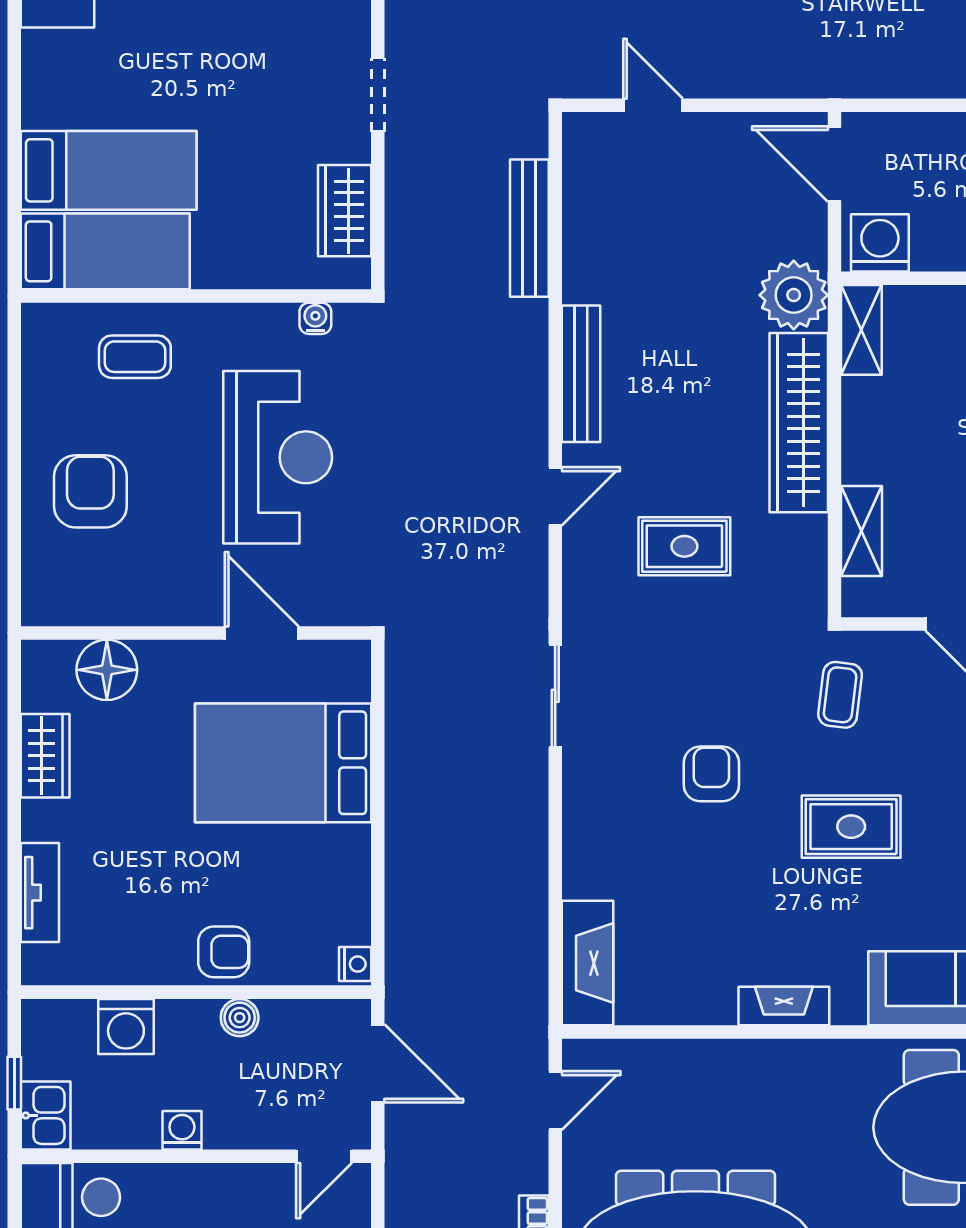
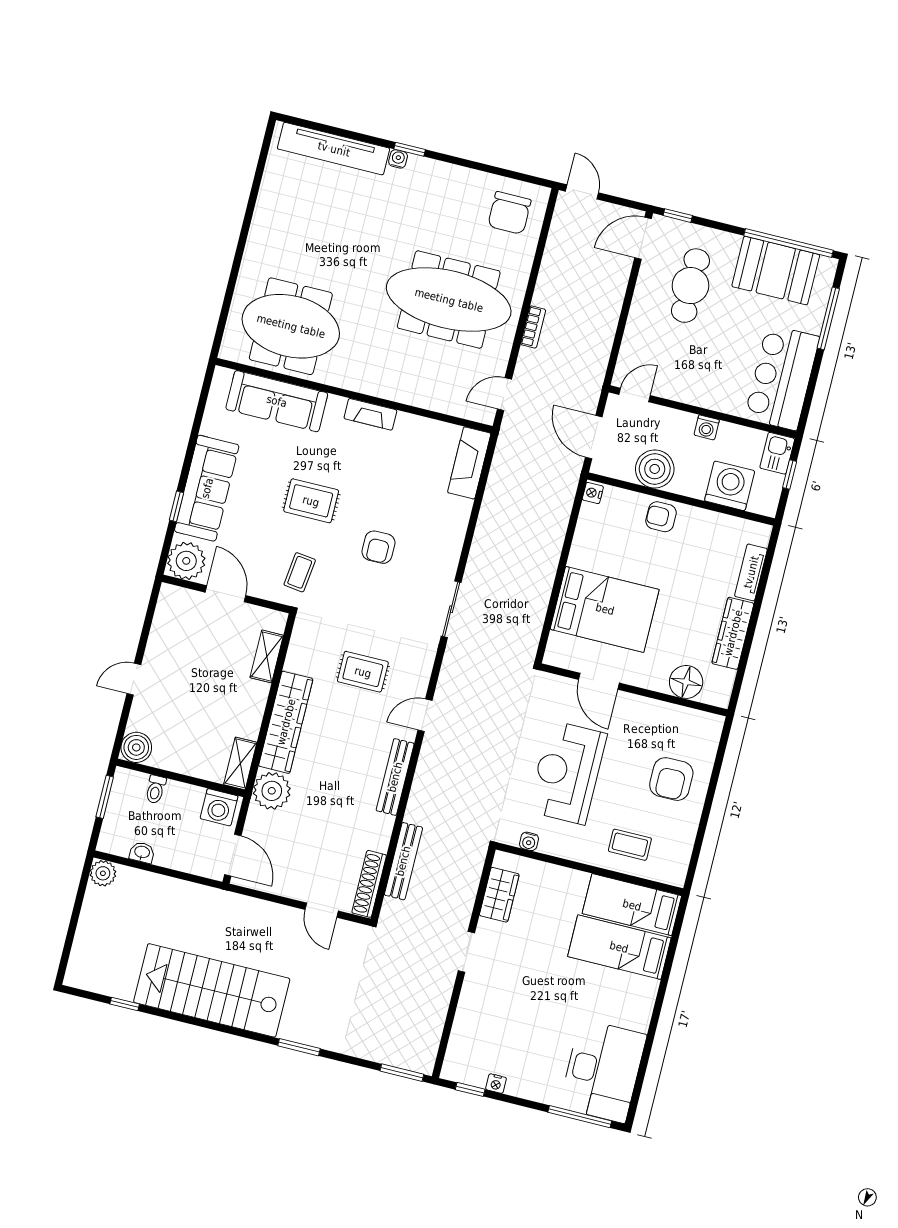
shoe rack: (580, 173) -> (369, 884), added
wardrobe: (45, 756) -> (733, 633), width x1.50
boiler: (240, 1018) -> (655, 469), width x1.86, depth x1.86
washing machine: (126, 1027) -> (730, 486), width x1.37, depth x1.37

